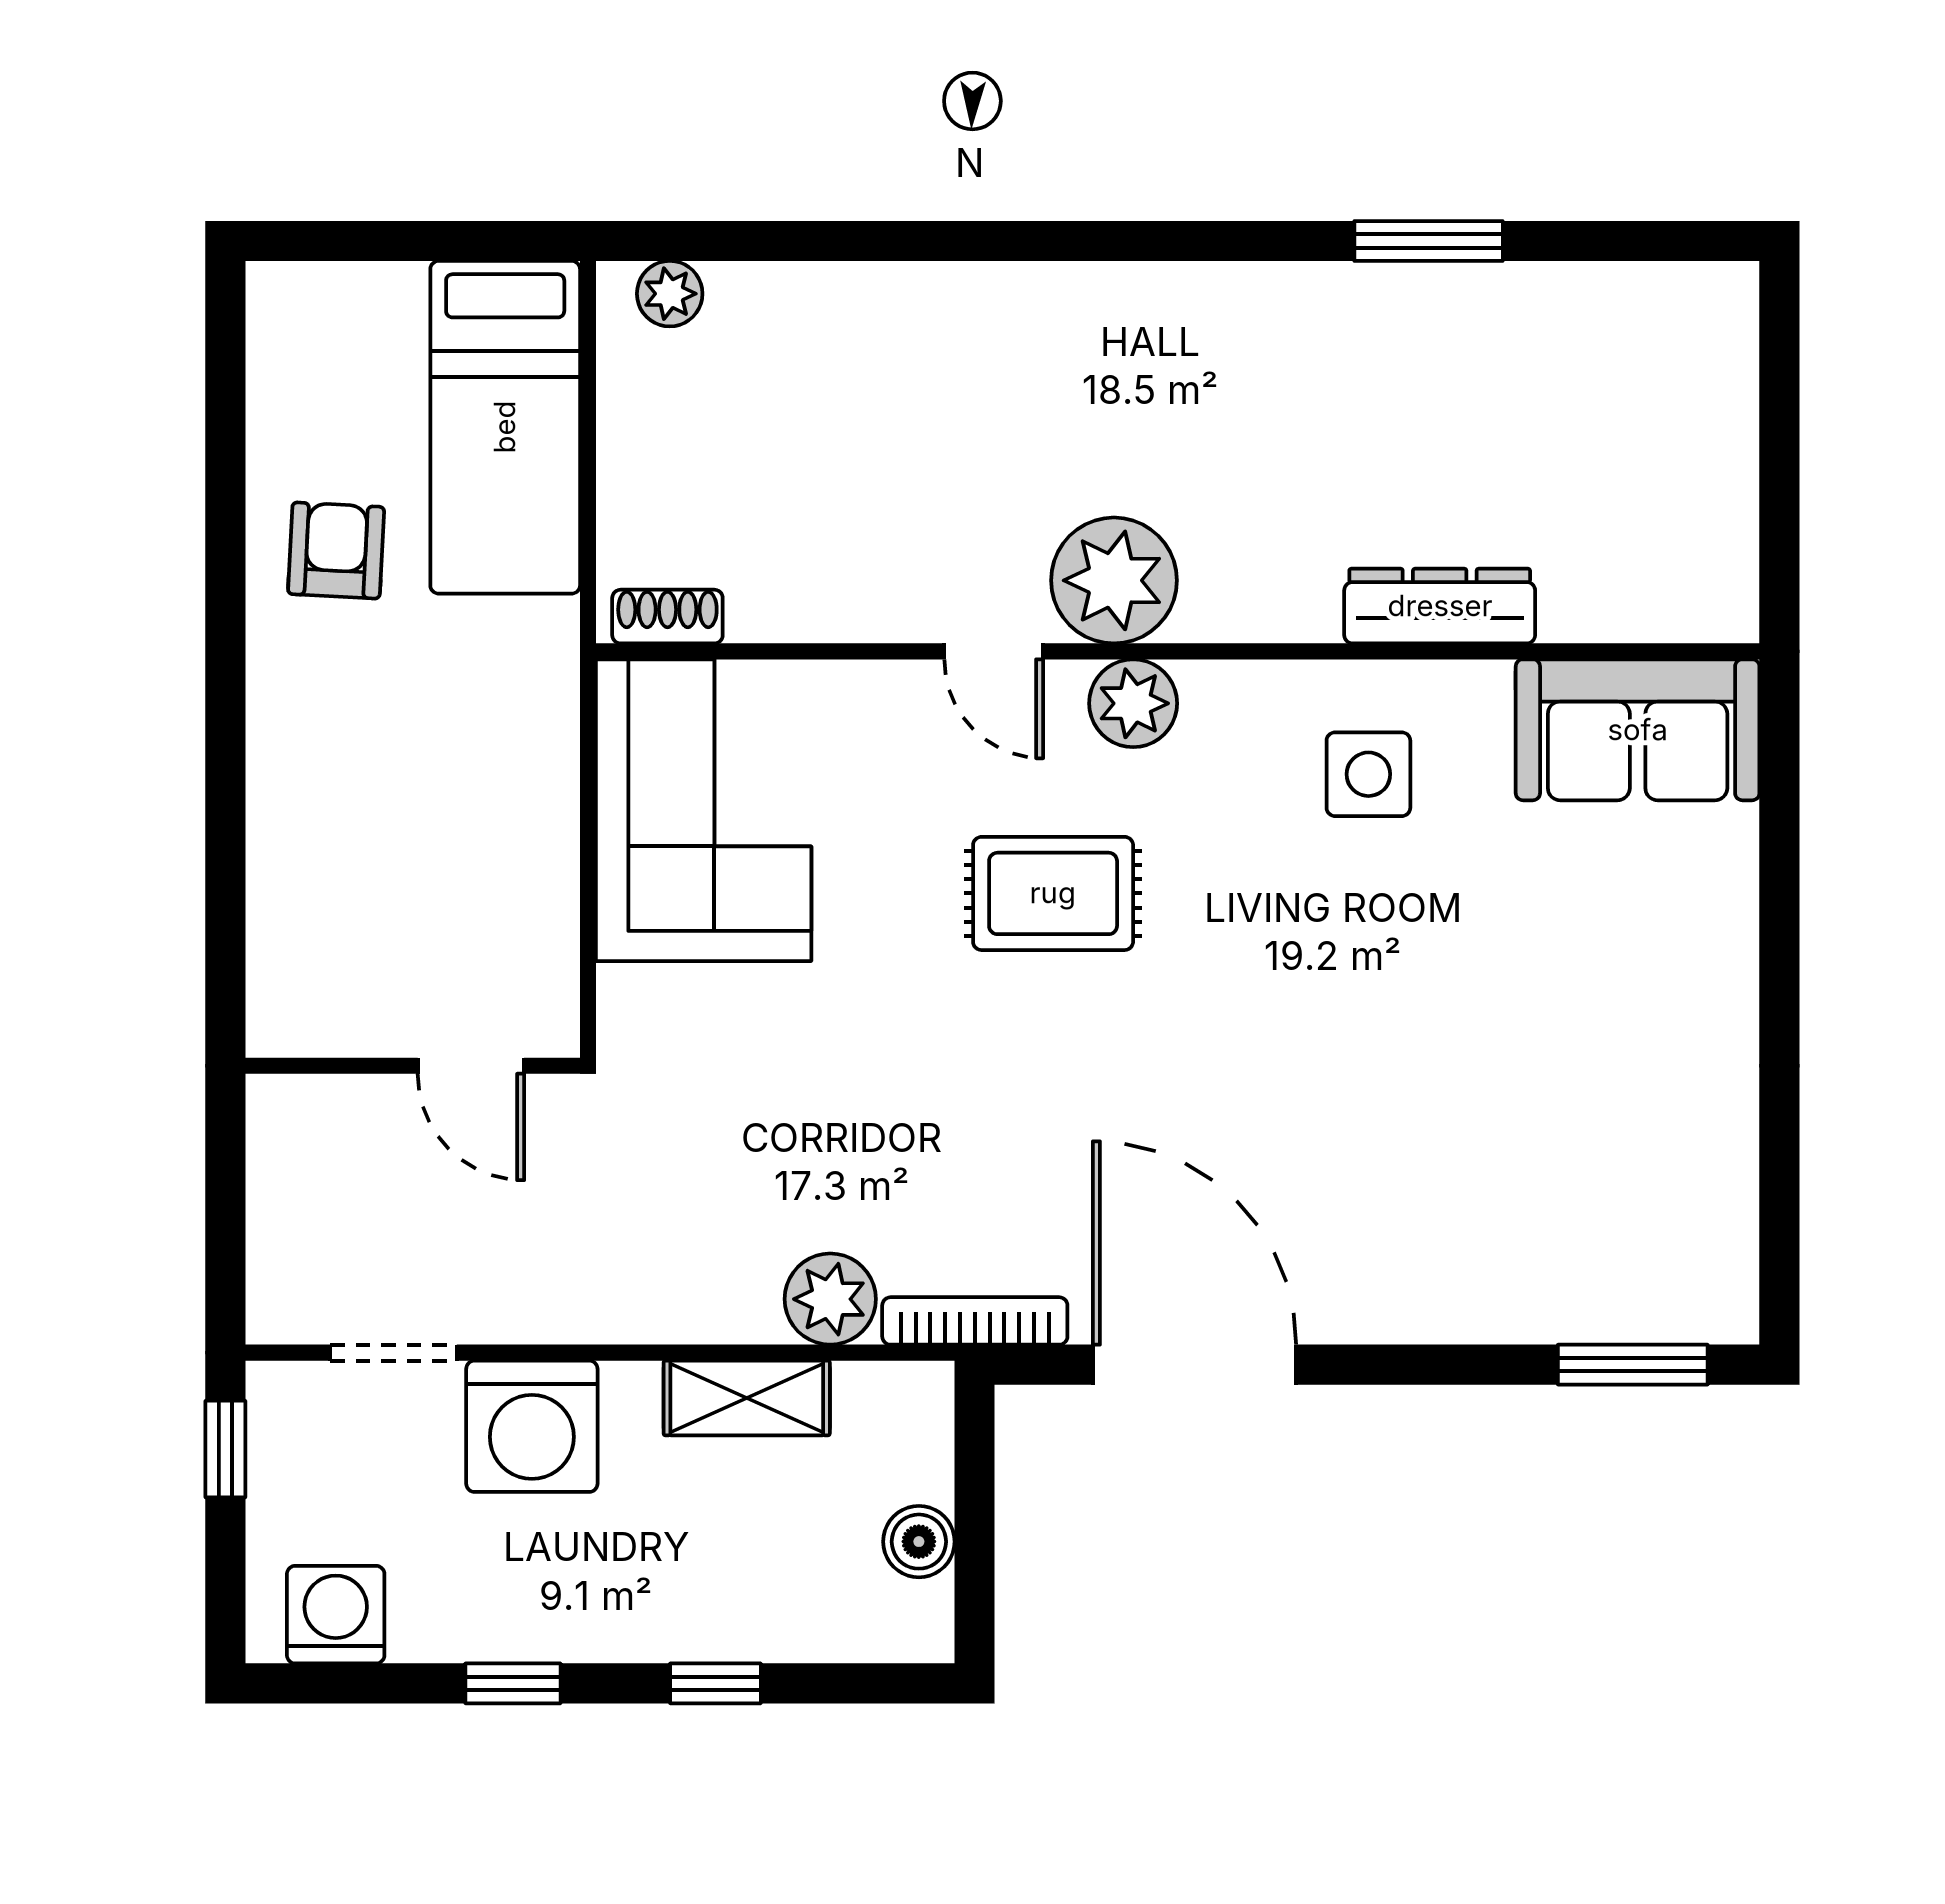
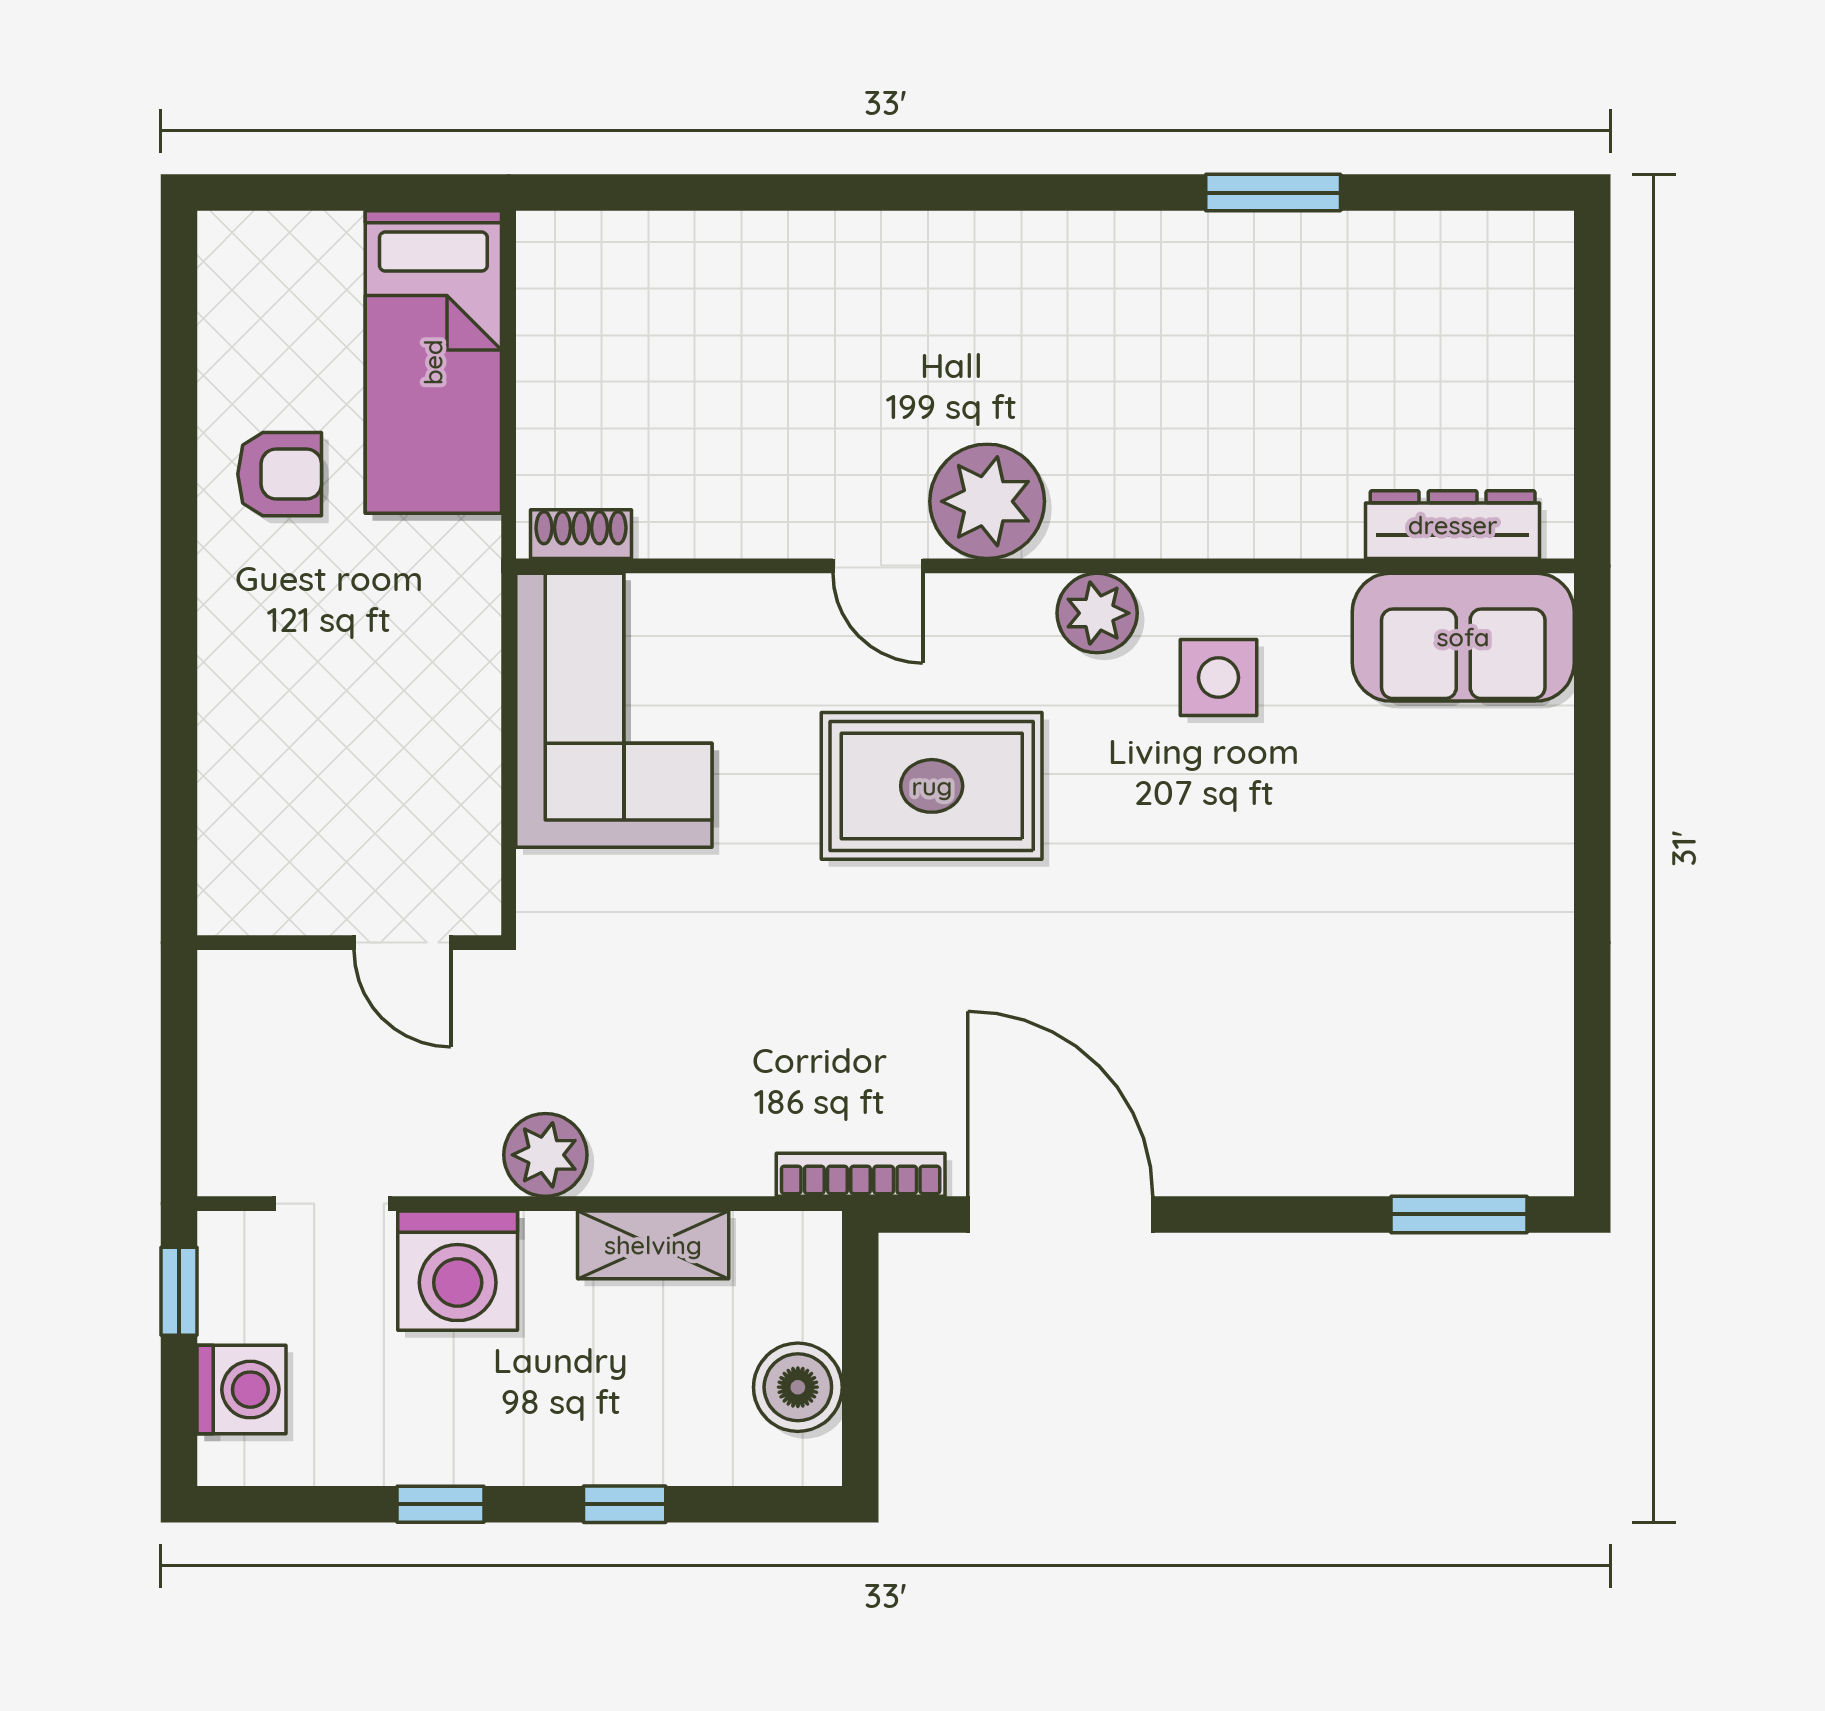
plant: (670, 294) -> (583, 240), removed
armchair: (336, 550) -> (280, 474), turned 87
dresser: (1440, 606) -> (1453, 525), moved
plant: (1133, 703) -> (1097, 613), moved
rug: (1053, 893) -> (932, 786), width x1.36, depth x1.43
plant: (830, 1299) -> (545, 1155), moved
boiler: (919, 1542) -> (798, 1387), width x1.36, depth x1.36
washing machine: (336, 1615) -> (241, 1390), moved, turned 90

